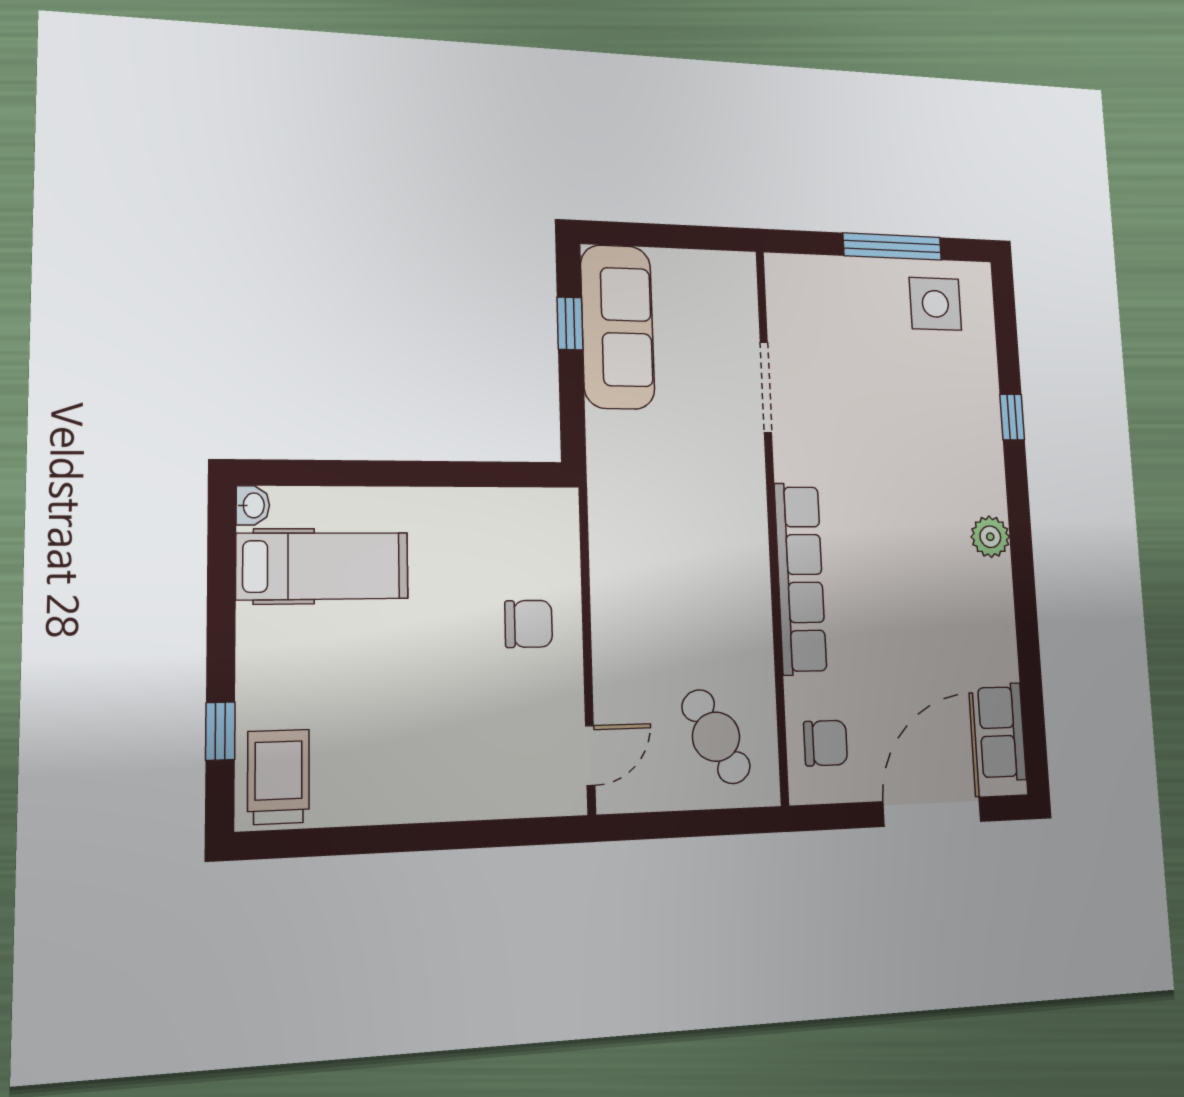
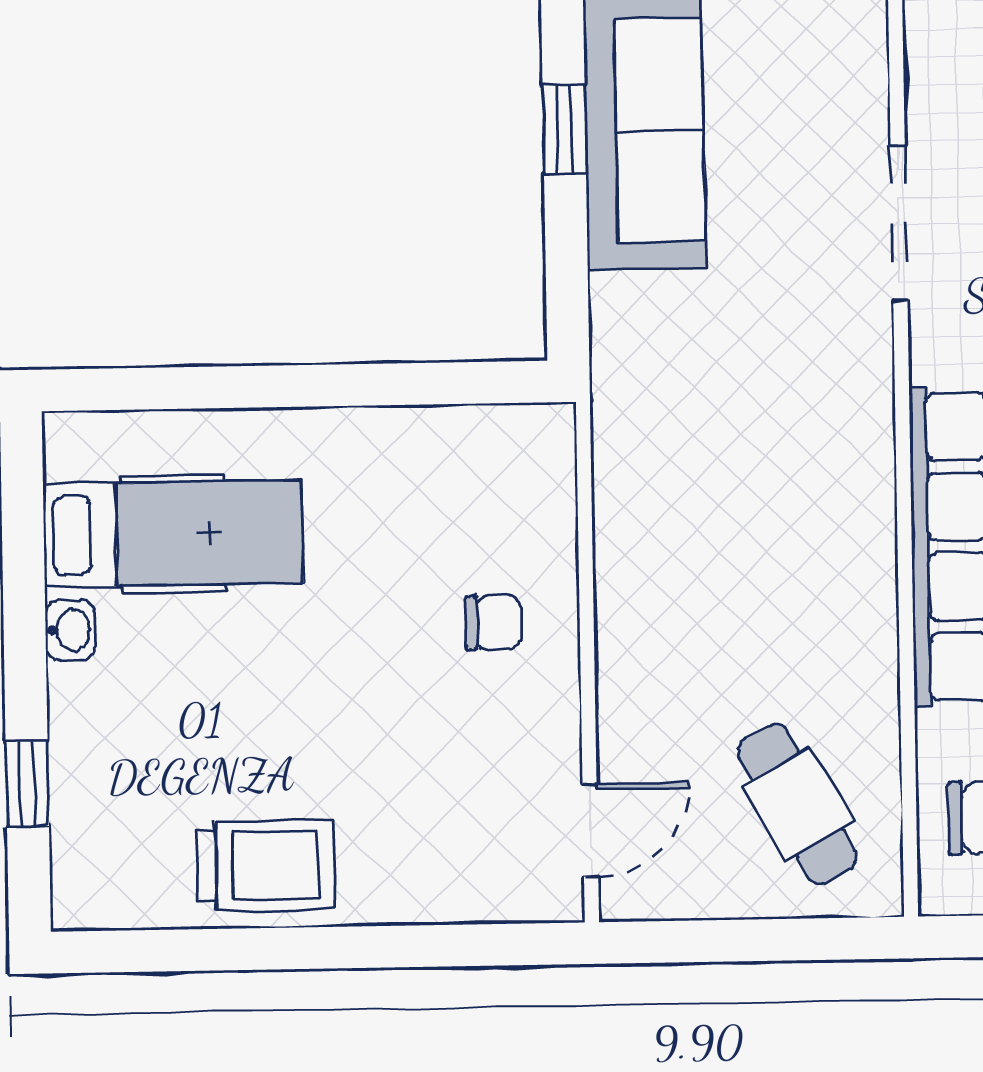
washbasin: (253, 505) -> (70, 630), moved
chair: (529, 624) -> (493, 623), width x0.73, depth x0.73
trolley: (278, 777) -> (266, 865), moved, turned 90

